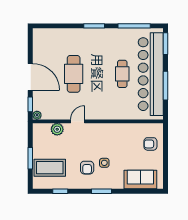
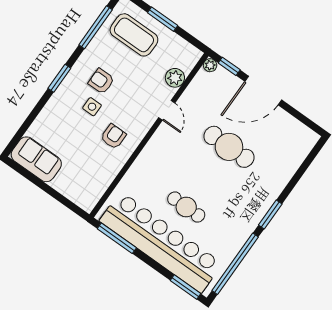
window: (134, 26) -> (235, 264), width x1.46
window: (166, 86) -> (117, 238), moved
armchair: (150, 144) -> (113, 136), moved
coffee table: (50, 168) -> (134, 35), turned 90
sofa: (140, 180) -> (36, 159), moved, turned -90
window: (60, 191) -> (96, 27), width x2.17

